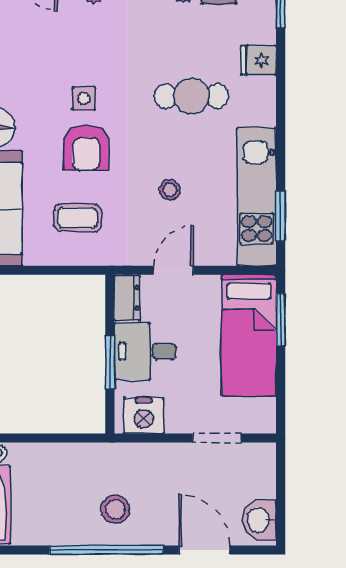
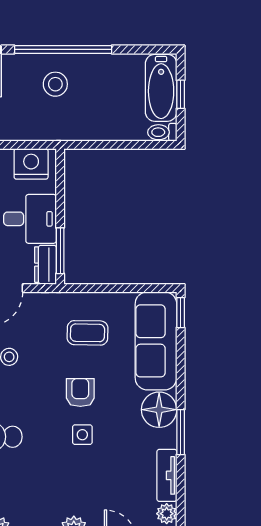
armchair: (86, 148) -> (80, 393), width x0.72, depth x0.72
window: (110, 362) -> (60, 251), moved

